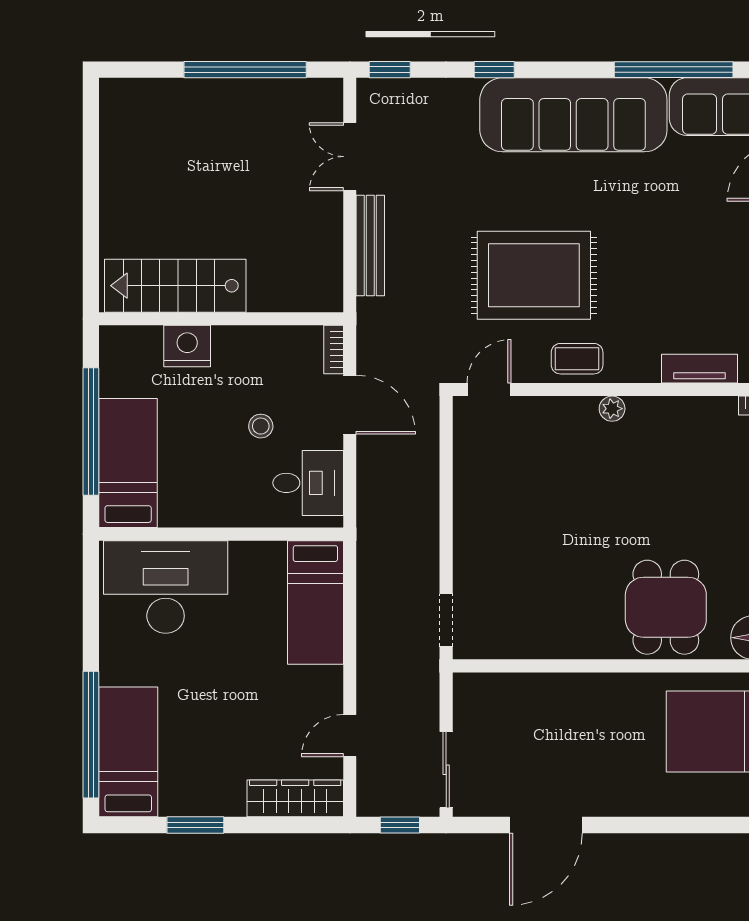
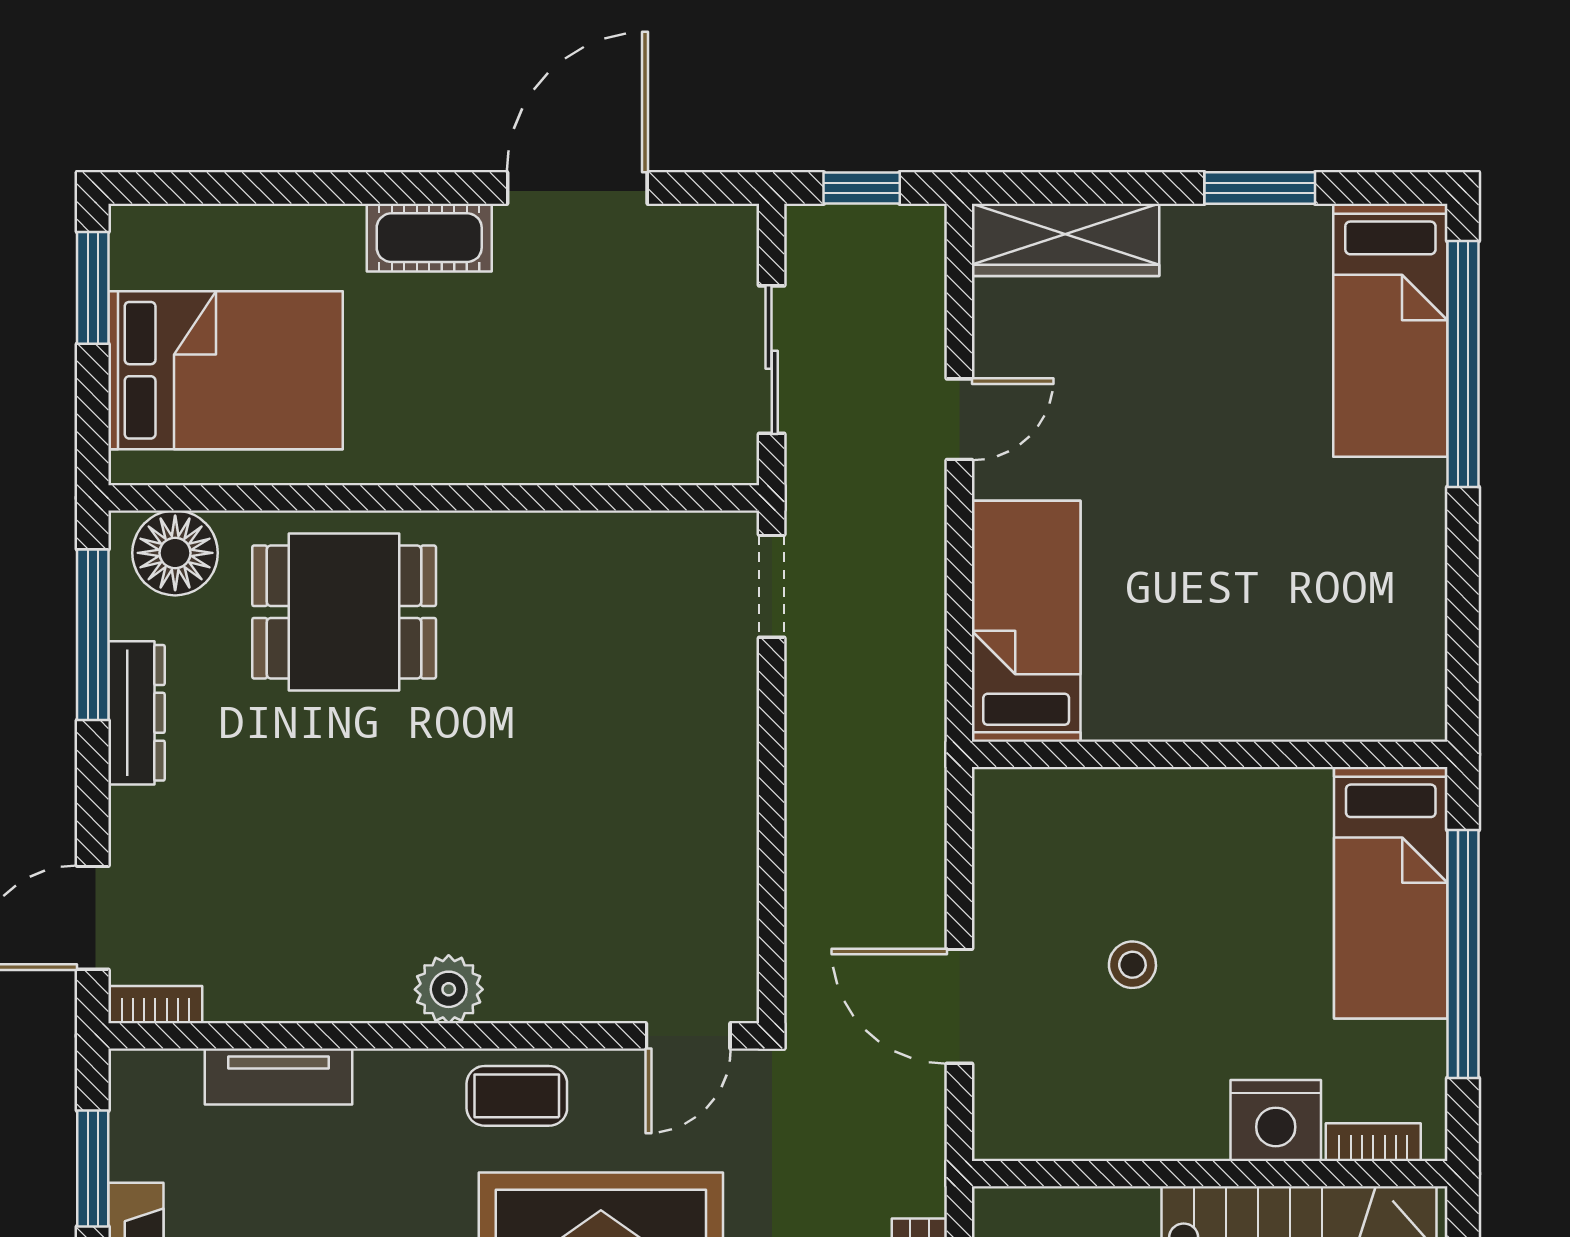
bookcase: (334, 349) -> (1373, 1142), moved, turned -90
plant: (612, 409) -> (449, 989), width x1.38, depth x1.38
desk: (308, 483) -> (1040, 854), removed
desk: (166, 587) -> (1318, 651), removed
dining table: (666, 607) -> (344, 612), turned 90
door: (350, 736) -> (959, 419), moved
sliding door: (446, 770) -> (772, 360), moved
cot: (622, 800) -> (429, 238), added

